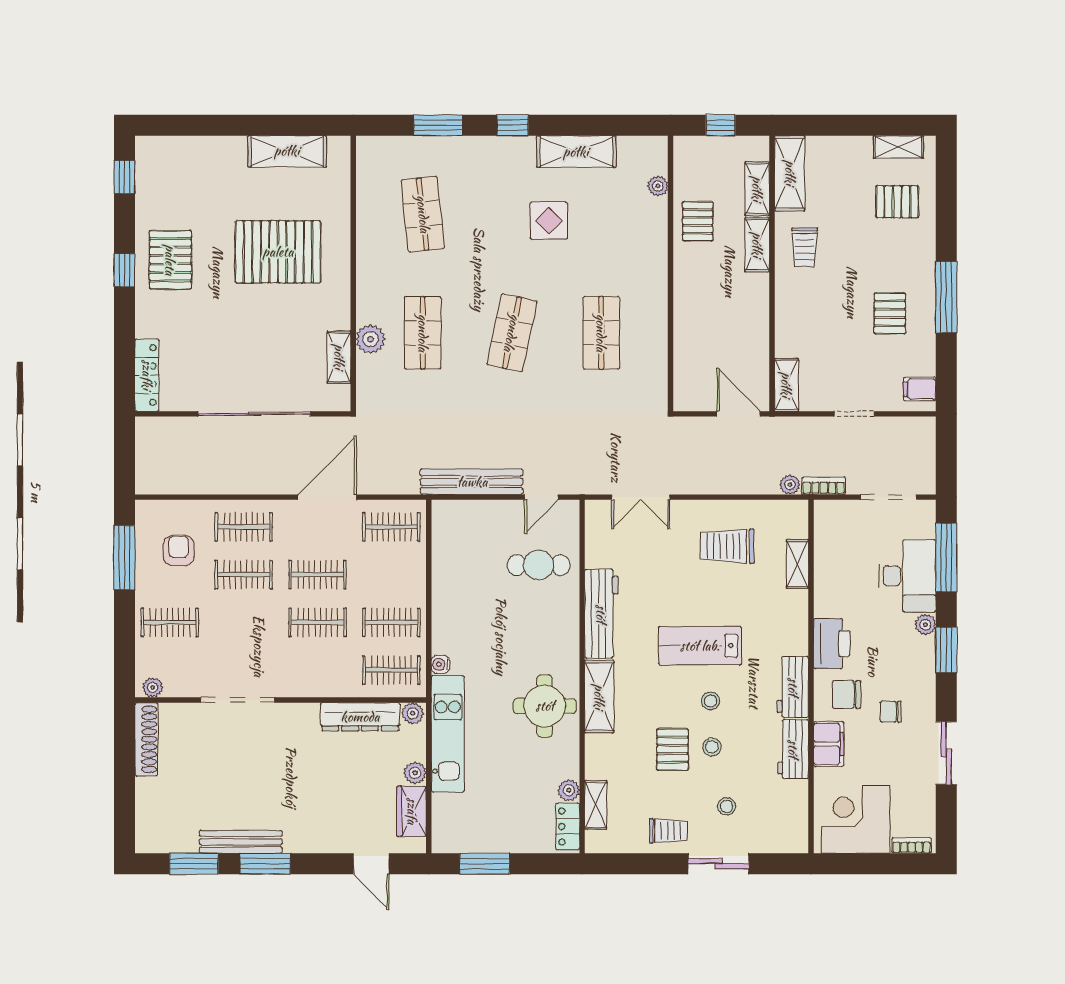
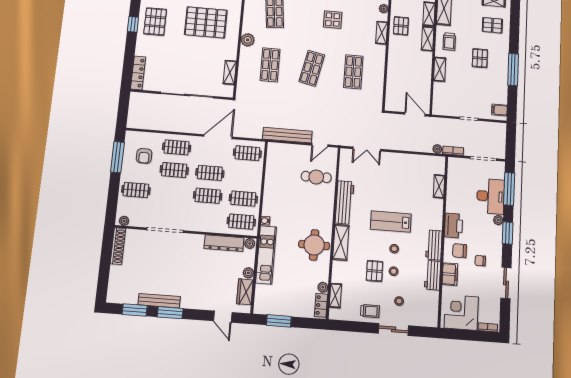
shelving: (657, 241) -> (382, 33), added
pallet: (890, 313) -> (480, 58), moved
plant: (370, 339) -> (248, 40), moved
shelving: (786, 385) -> (440, 69), moved
trolley: (727, 546) -> (406, 175), removed
armchair: (179, 550) -> (144, 156), turned 180

